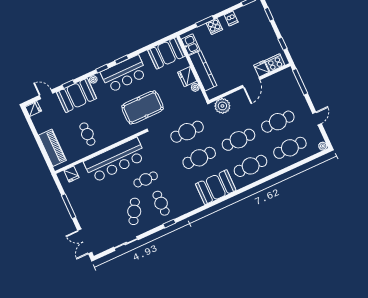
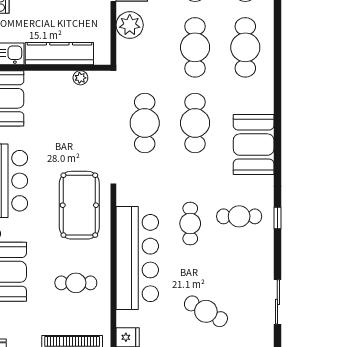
fridge: (187, 77) -> (58, 83), removed
plant: (222, 106) -> (130, 25), moved
pool table: (143, 107) -> (79, 205), moved
booth: (216, 187) -> (254, 145), moved
cafe table: (134, 211) -> (206, 311), moved

